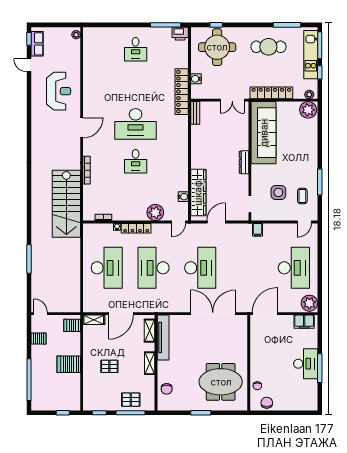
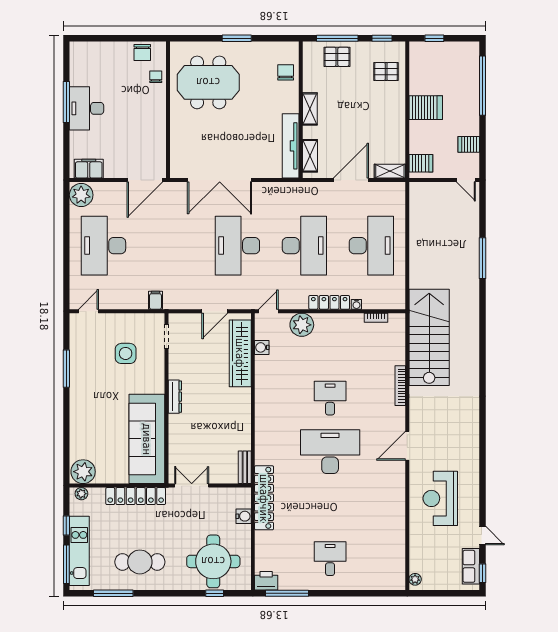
coffee table: (302, 196) -> (91, 348), removed
desk: (107, 268) -> (371, 246), turned 180
pallet: (109, 366) -> (386, 72), moved

